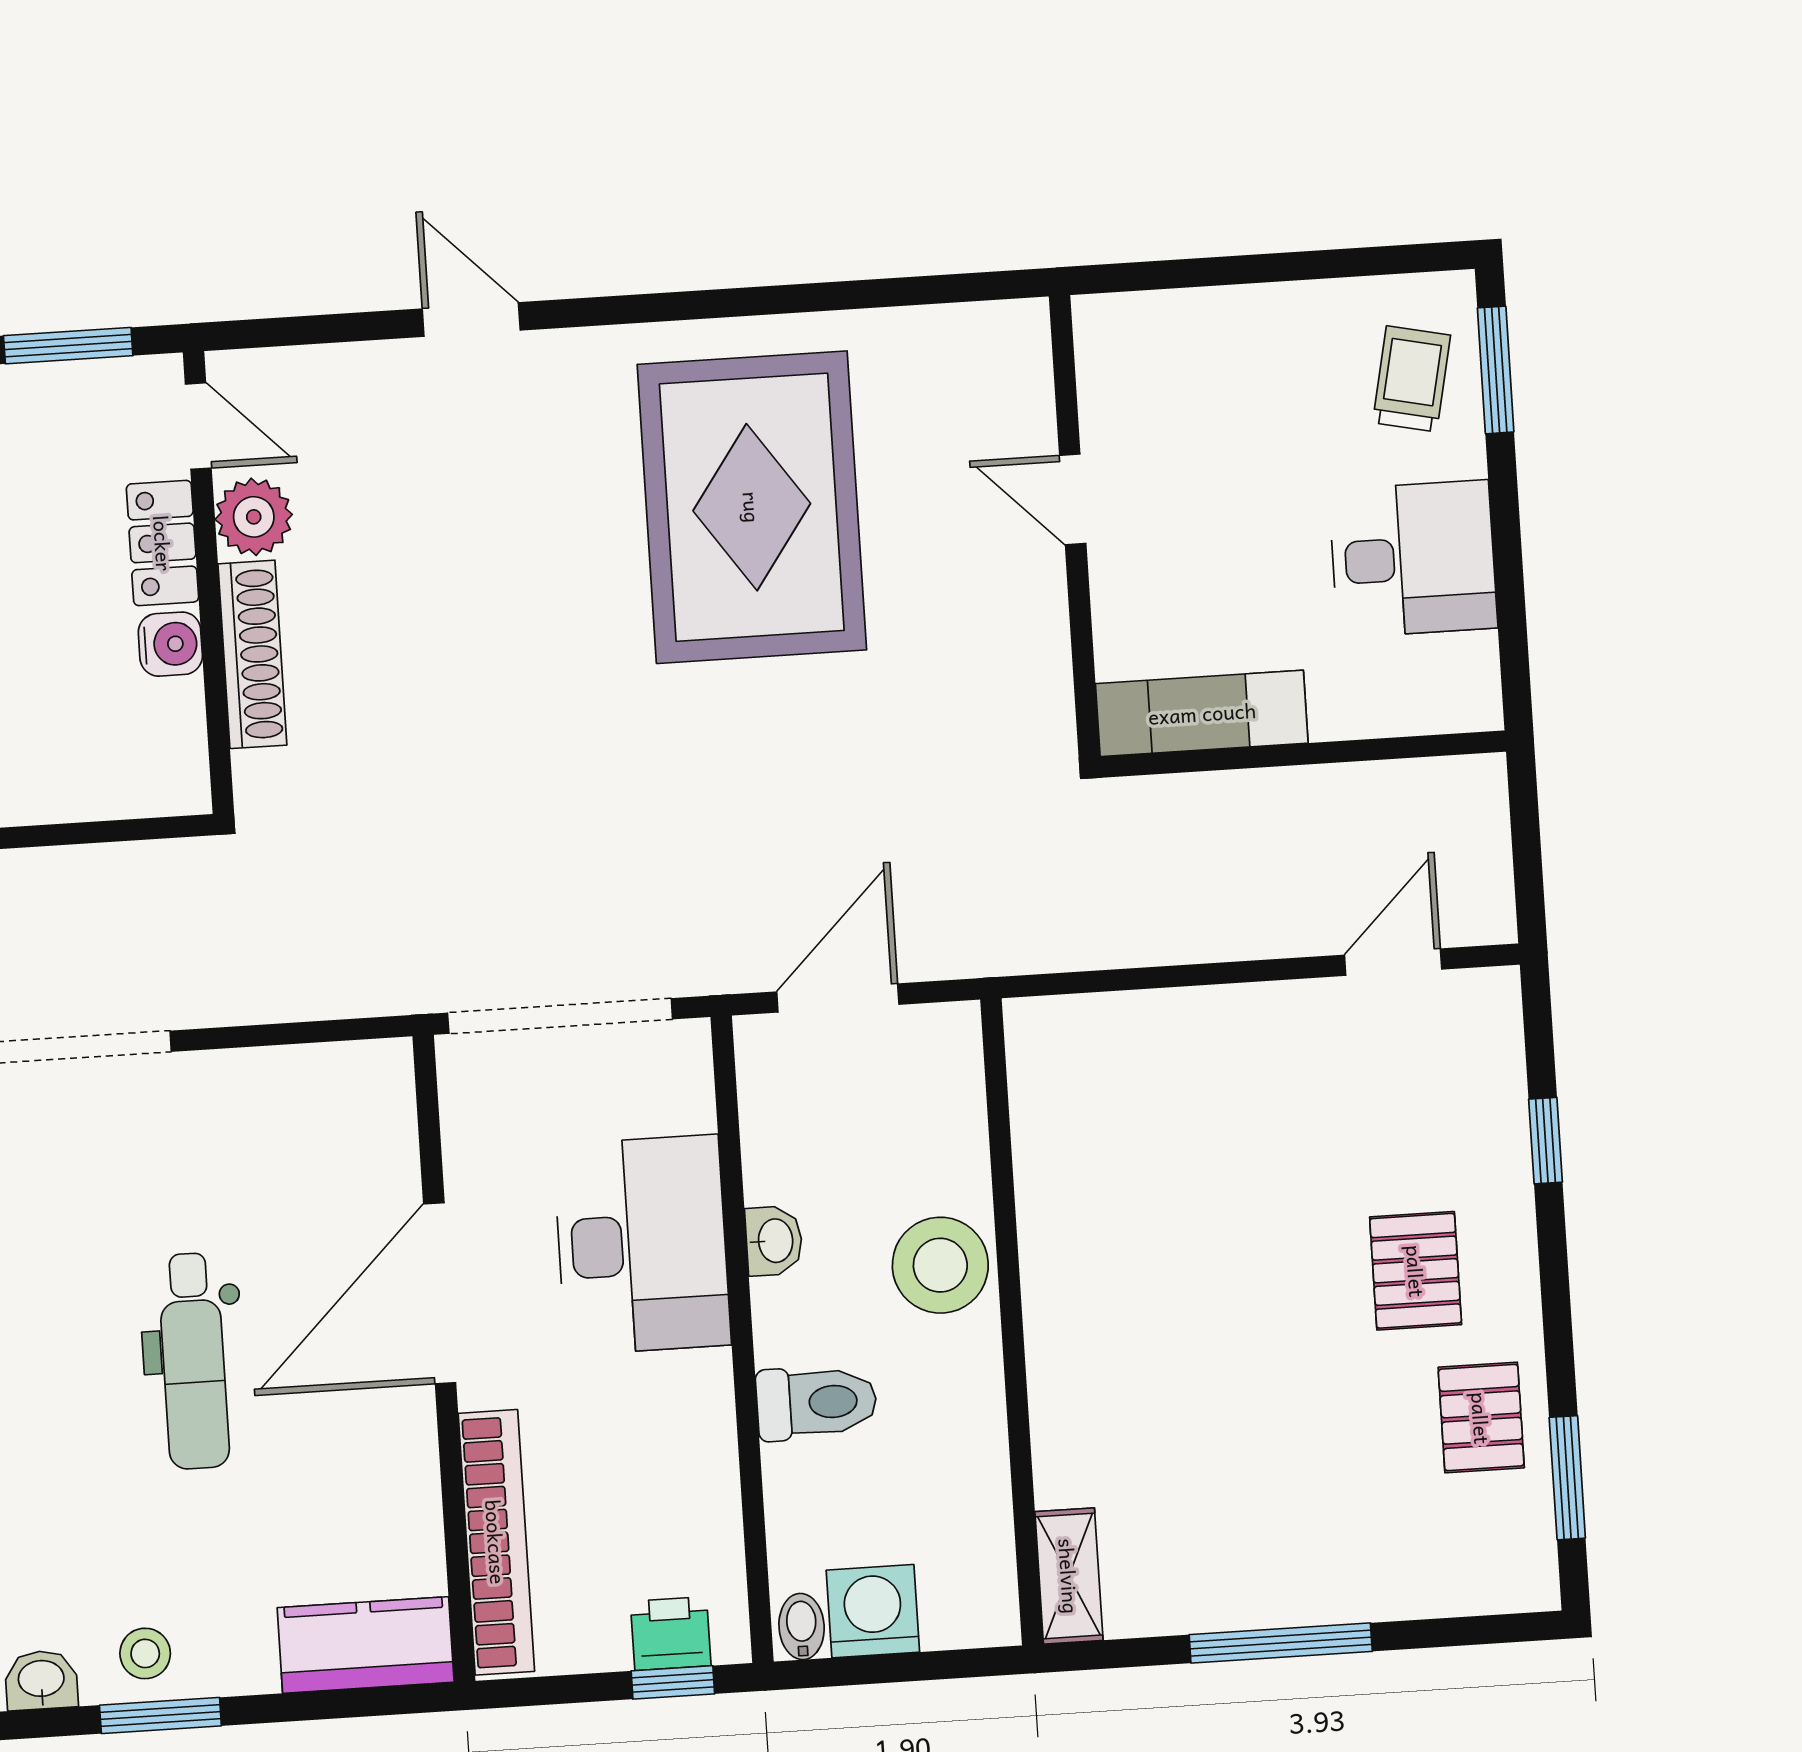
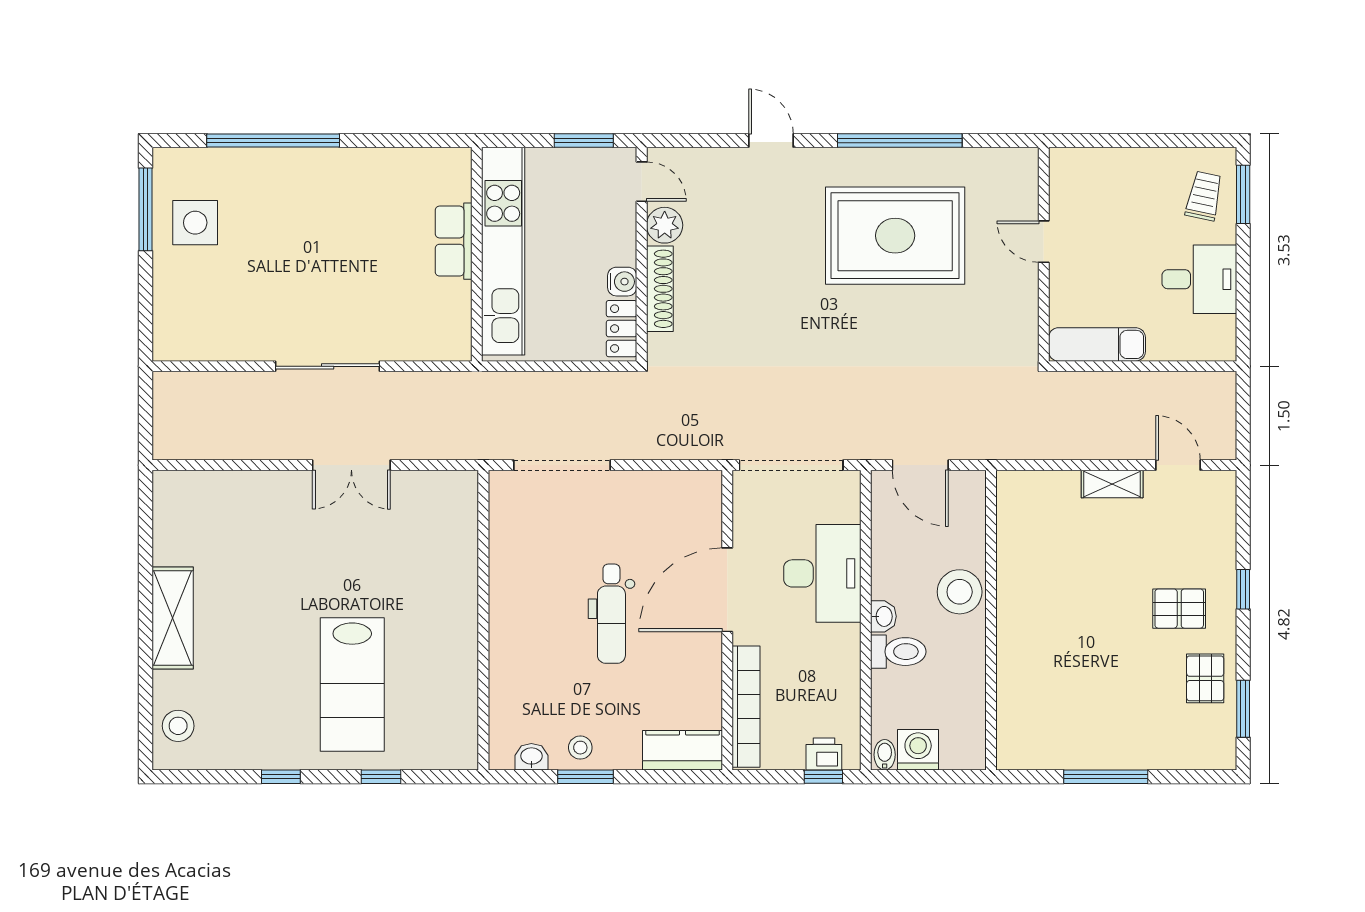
window: (749, 302) -> (900, 141), added
rug: (752, 507) -> (895, 236), turned 90
locker: (163, 543) -> (622, 329), moved
door: (1393, 962) -> (1178, 465), hinge flipped
door: (838, 998) -> (920, 465), swing flipped
window: (1545, 1141) -> (1243, 589), moved
washbasin: (774, 1241) -> (883, 616), moved
pallet: (1416, 1271) -> (1179, 609), turned 90
shelving: (1069, 1576) -> (1112, 484), moved, turned 90

